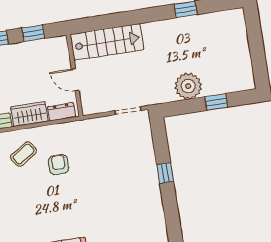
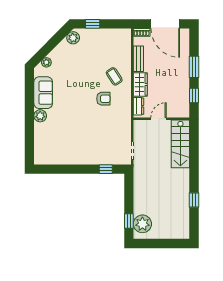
plant: (188, 86) -> (142, 224), moved
window: (216, 102) -> (129, 221), moved
window: (165, 173) -> (106, 169), moved

